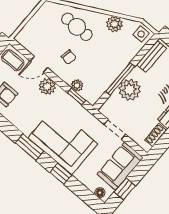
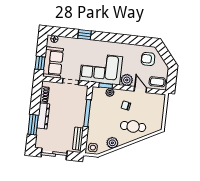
door: (39, 64) -> (140, 90), hinge flipped
plant: (130, 90) -> (78, 111), removed
corner sofa: (63, 141) -> (101, 69), moved, turned 180
window: (29, 147) -> (113, 38), removed
window: (125, 189) -> (40, 63), moved

